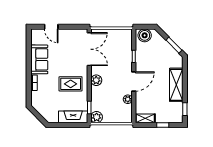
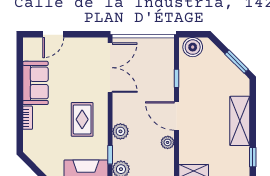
door: (51, 27) -> (53, 34), hinge flipped
plant: (96, 80) -> (120, 131), moved
door: (134, 82) -> (176, 116), swing flipped
rug: (71, 84) -> (82, 119), turned 90

